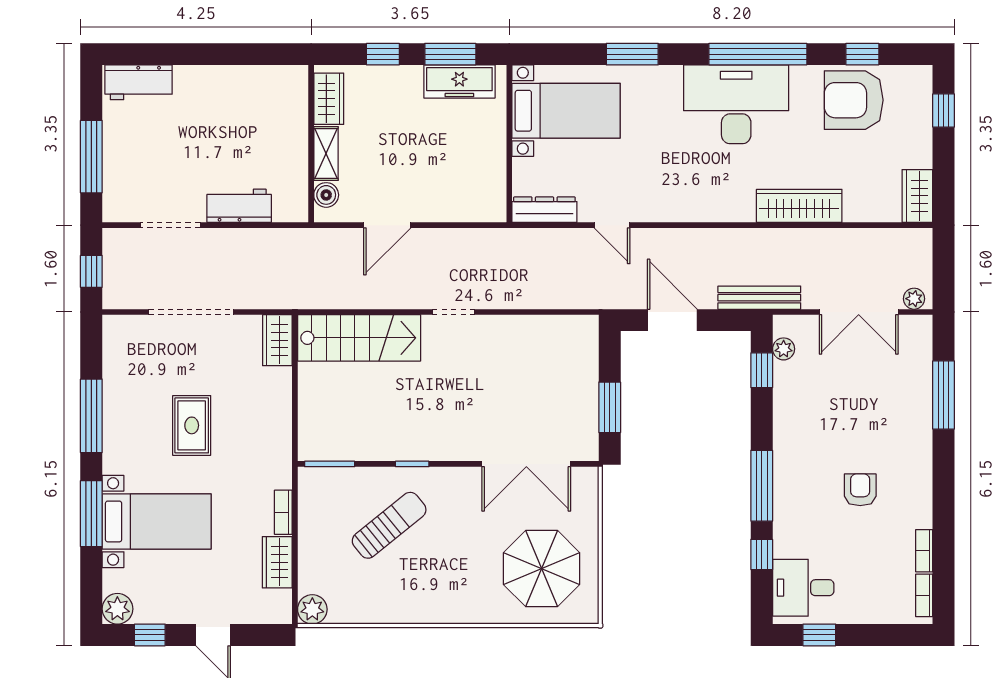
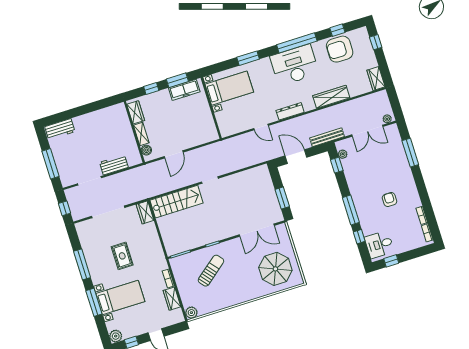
dresser: (544, 210) -> (290, 111), moved

